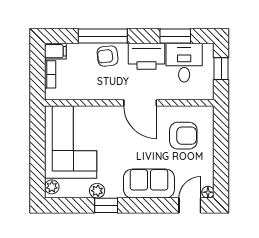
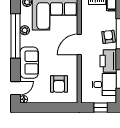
door: (140, 103) -> (79, 45), moved
window: (106, 205) -> (16, 36), width x3.17
door: (190, 205) -> (16, 88), hinge flipped

